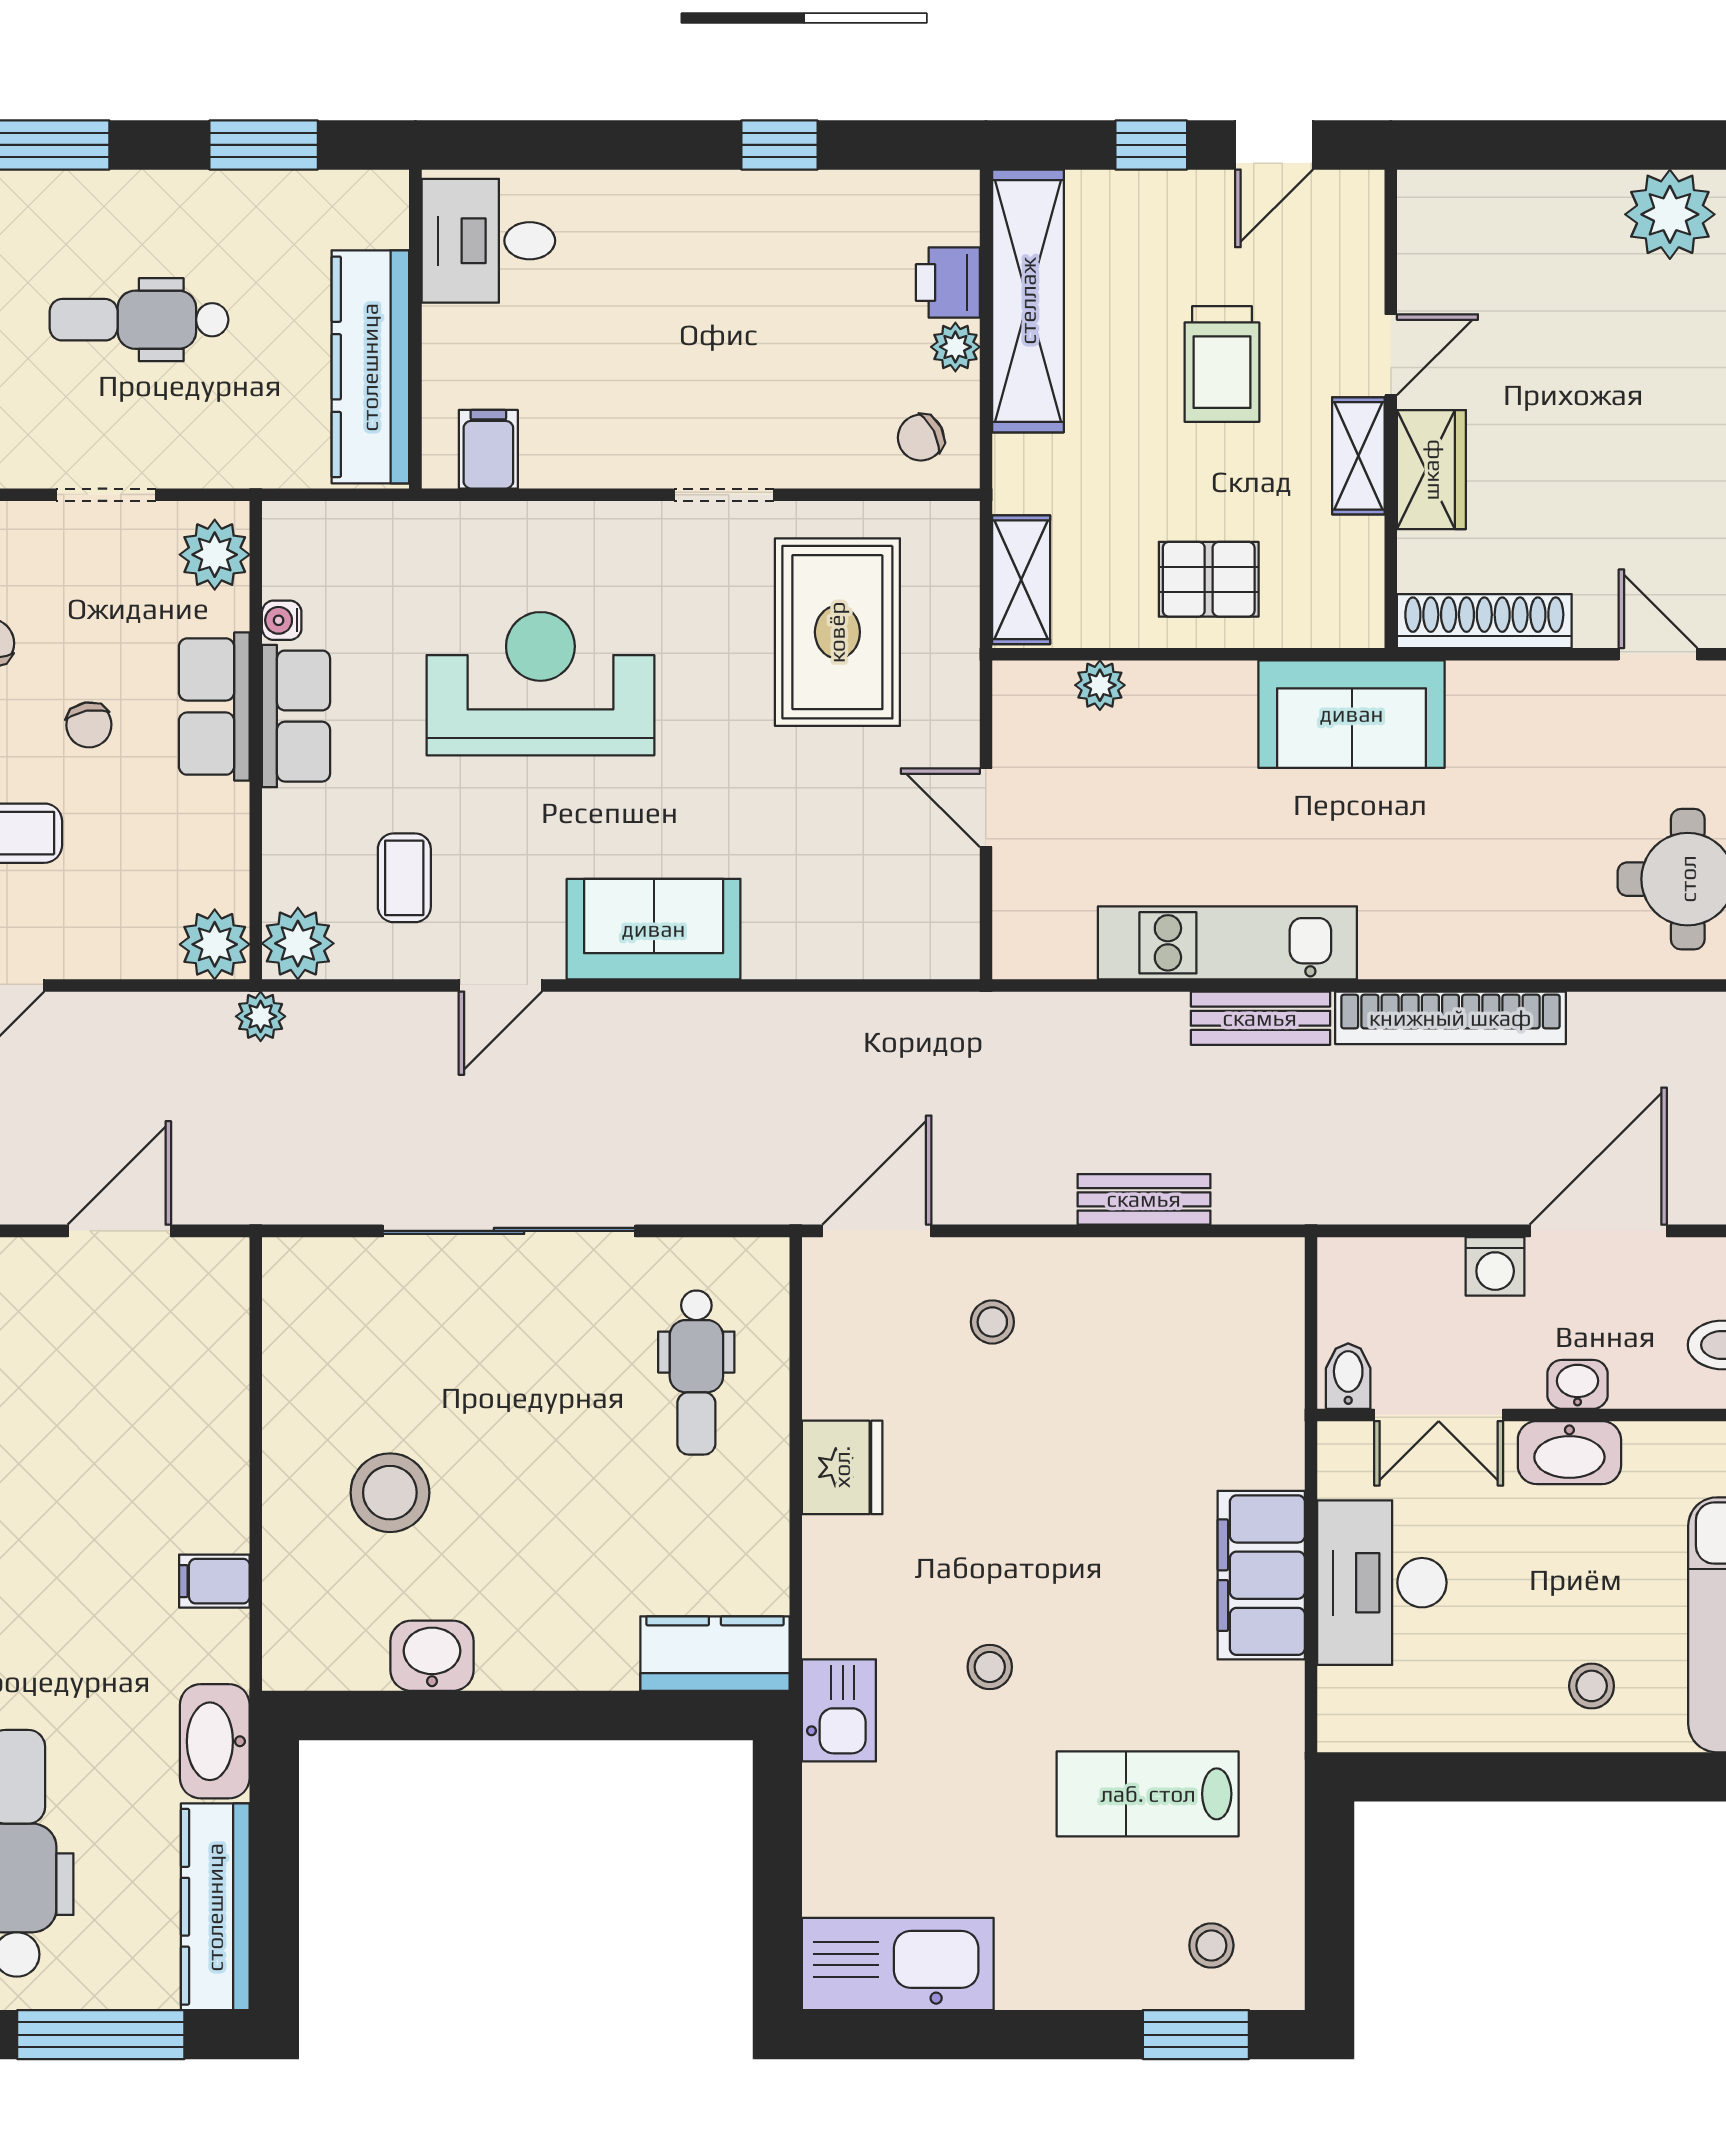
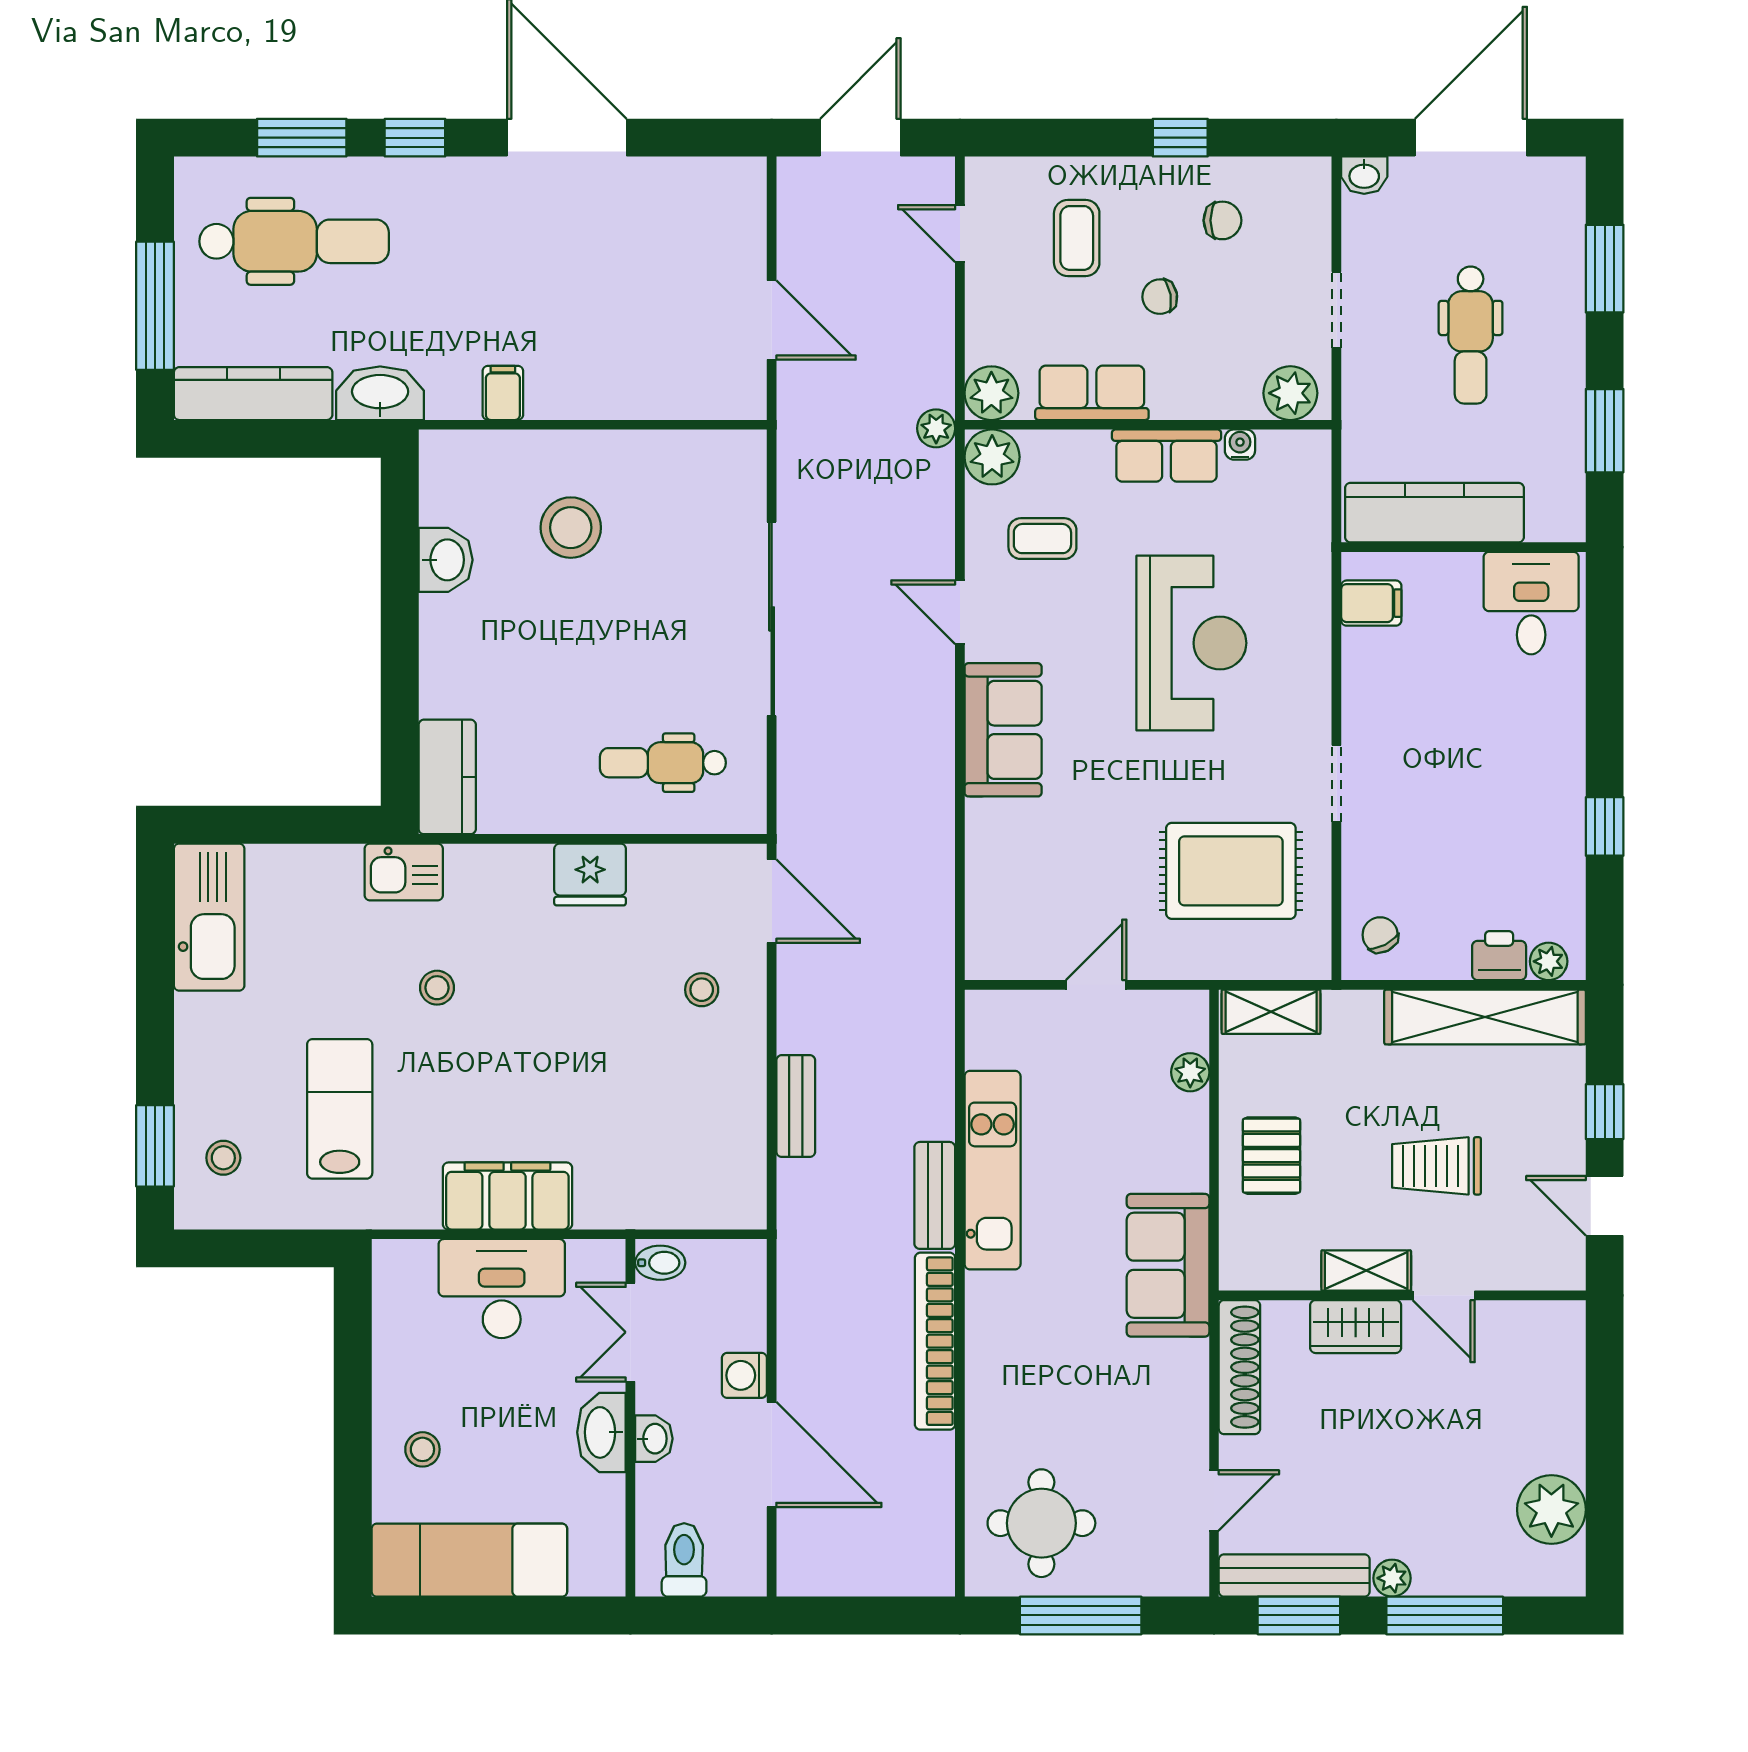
dental chair: (139, 320) -> (1471, 335), turned 180
plant: (955, 347) -> (1549, 961), moved
row of seats: (214, 707) -> (1092, 393), moved

